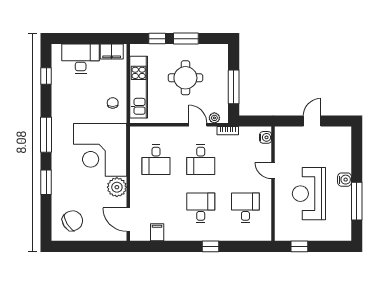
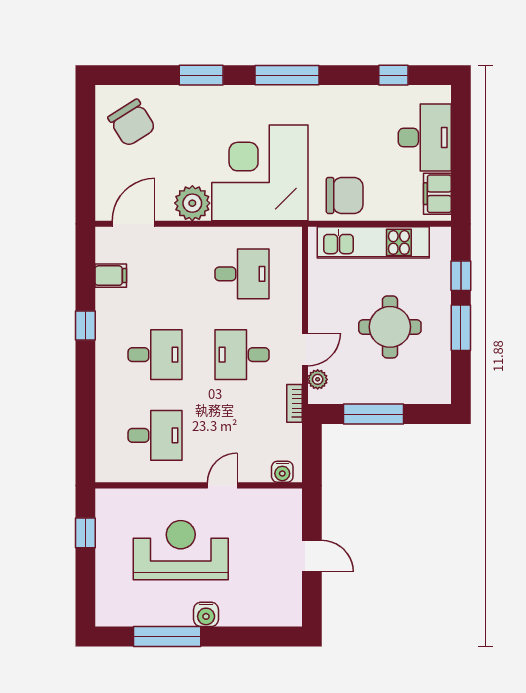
chair: (113, 103) -> (345, 195), width x1.87, depth x1.87
desk: (156, 160) -> (242, 274), turned 180
window: (211, 246) -> (85, 325), moved

